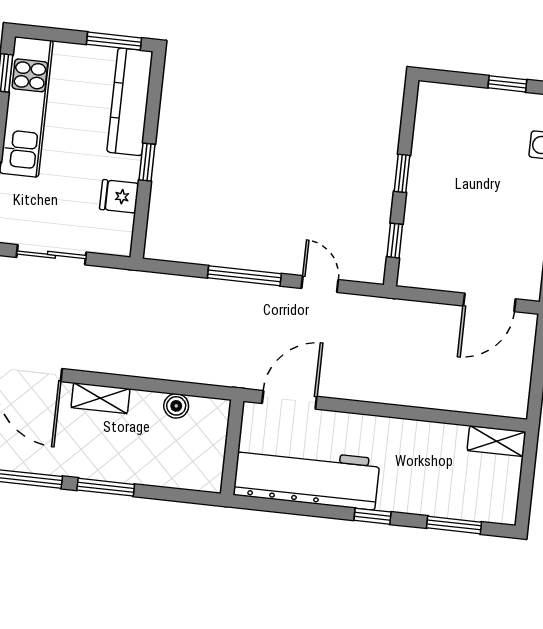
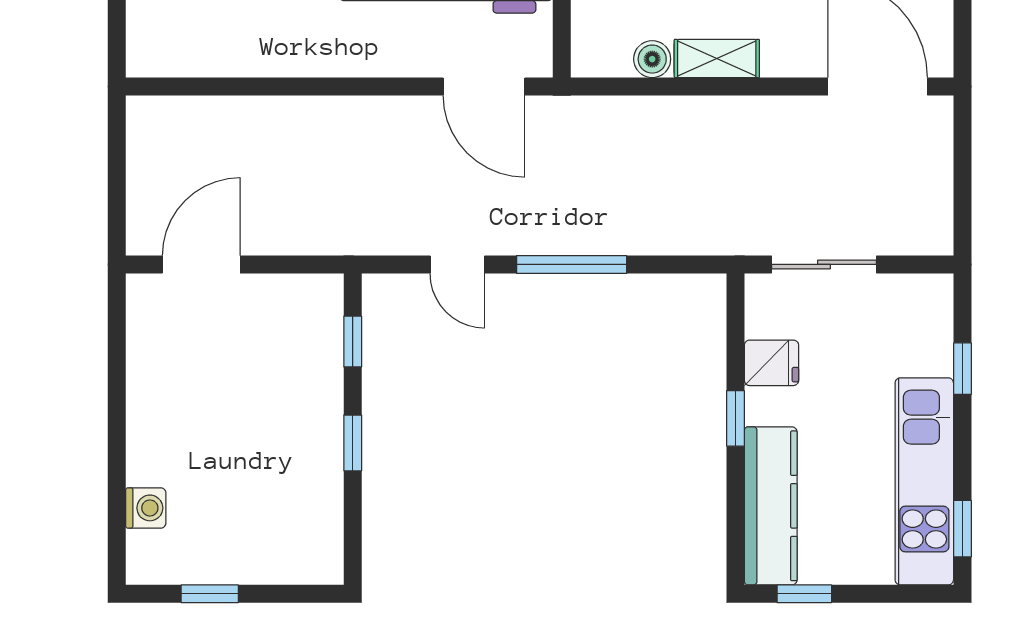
window: (114, 41) -> (804, 594), width x0.67
sliding door: (51, 255) -> (824, 264), moved
shelving: (100, 398) -> (717, 58), moved
door: (289, 400) -> (484, 86), hinge flipped
shelving: (497, 441) -> (168, 58), removed

